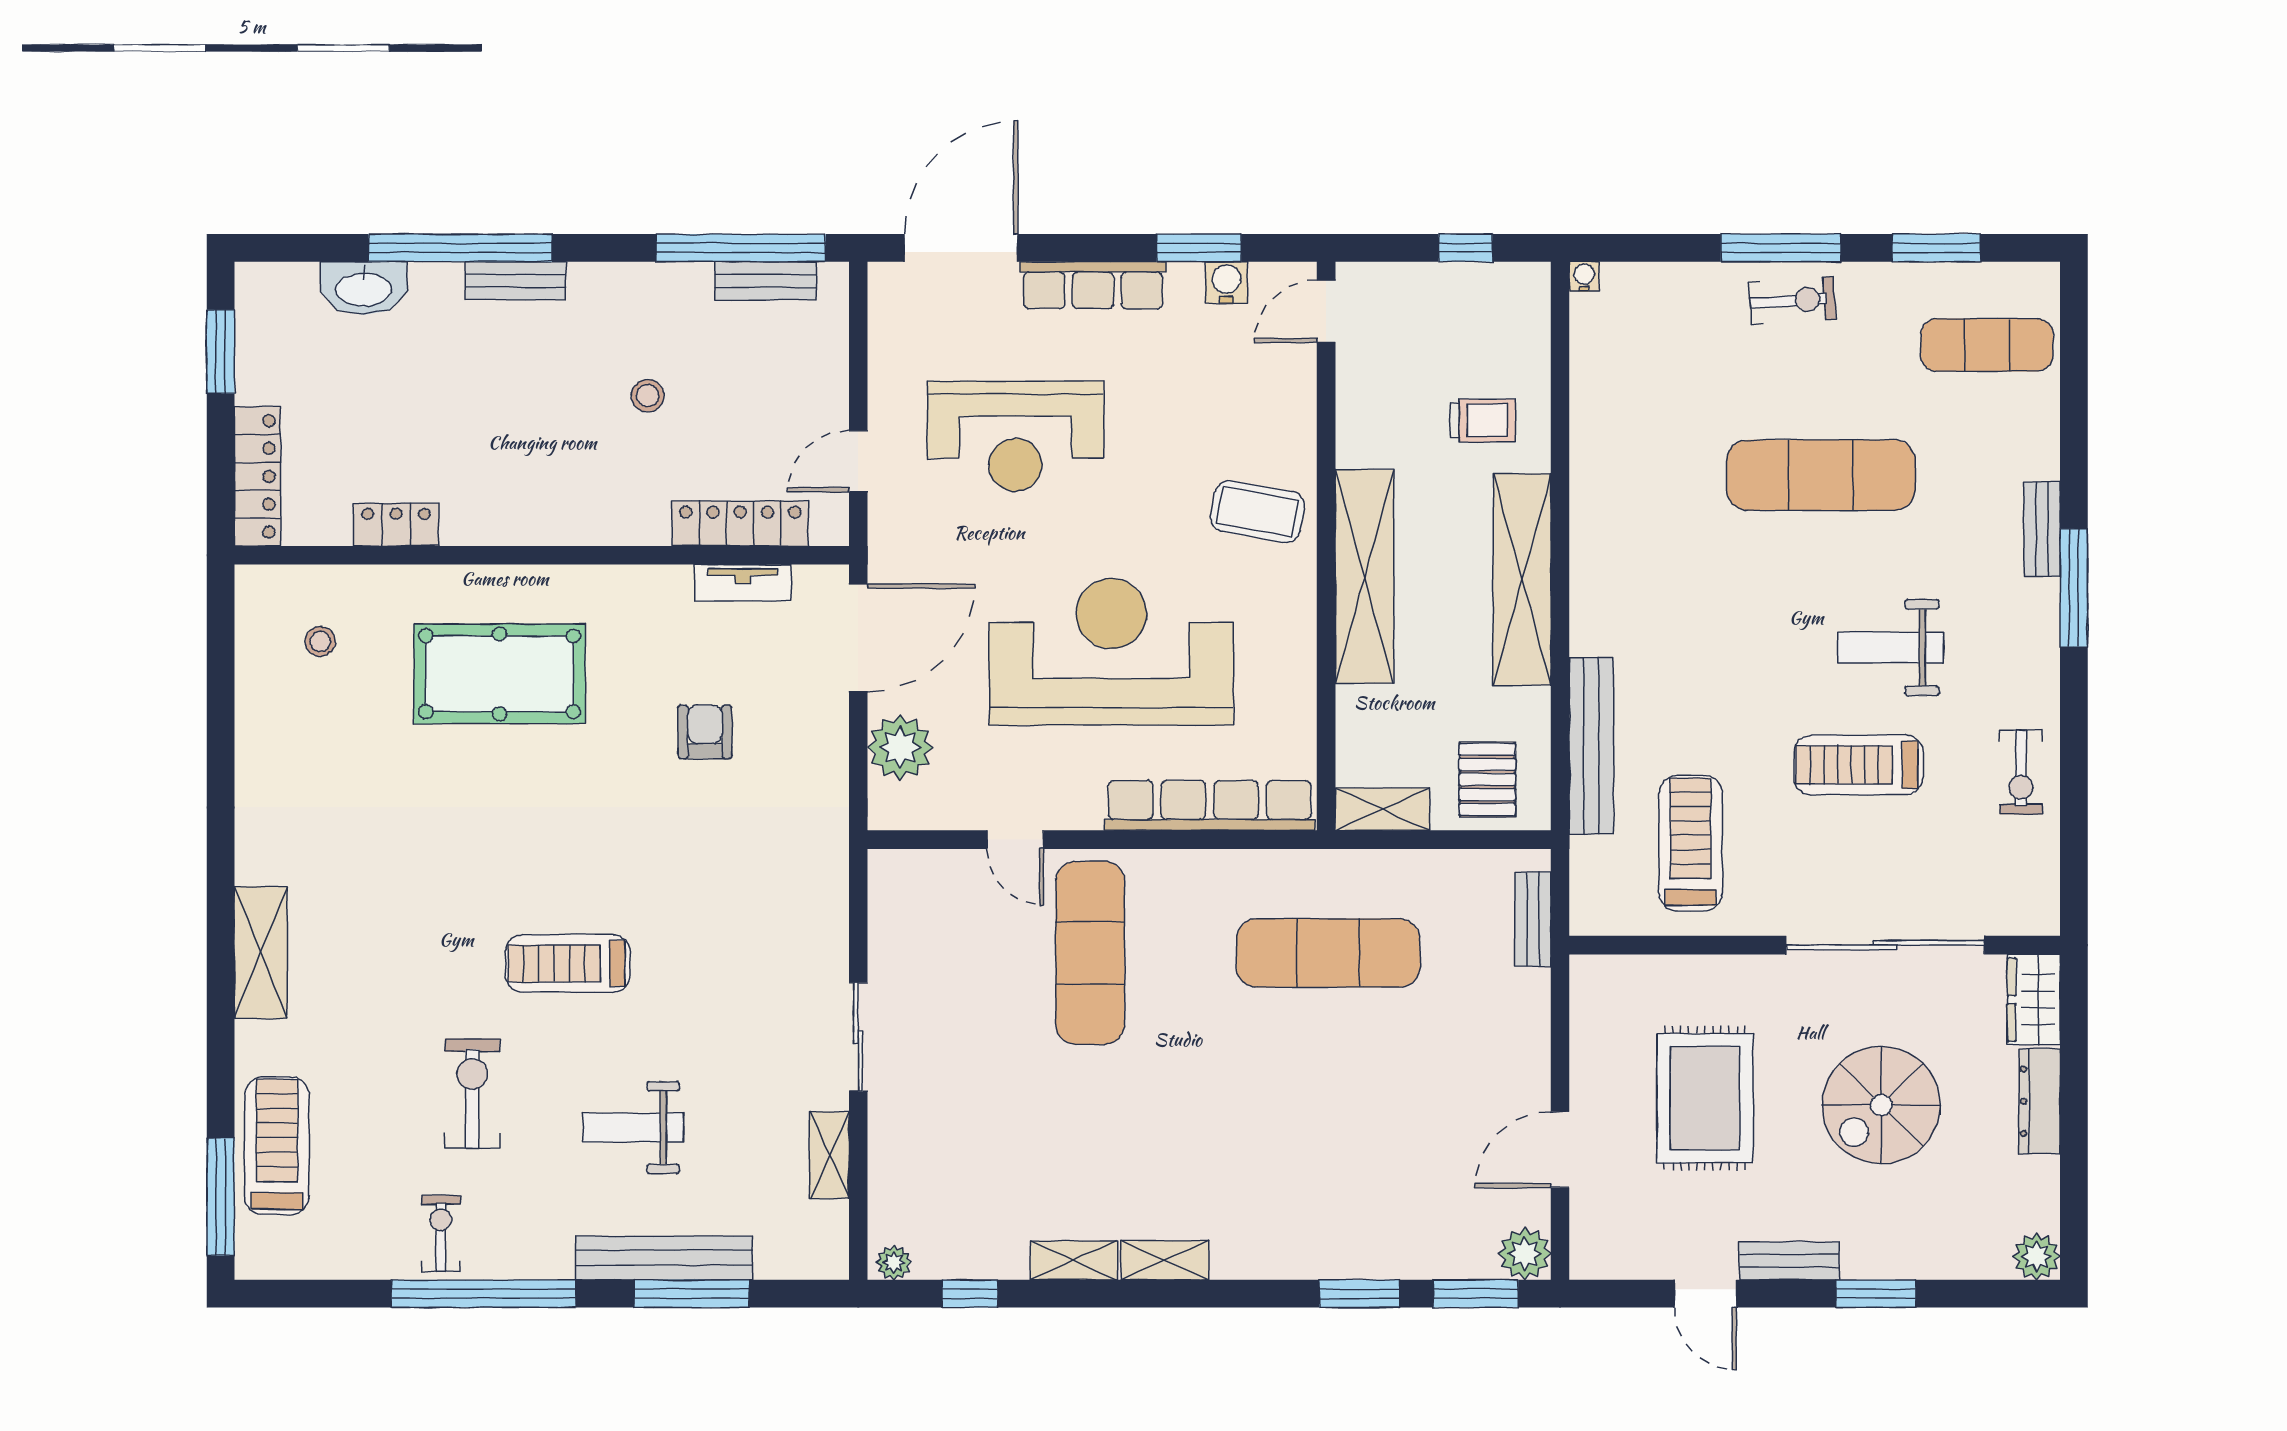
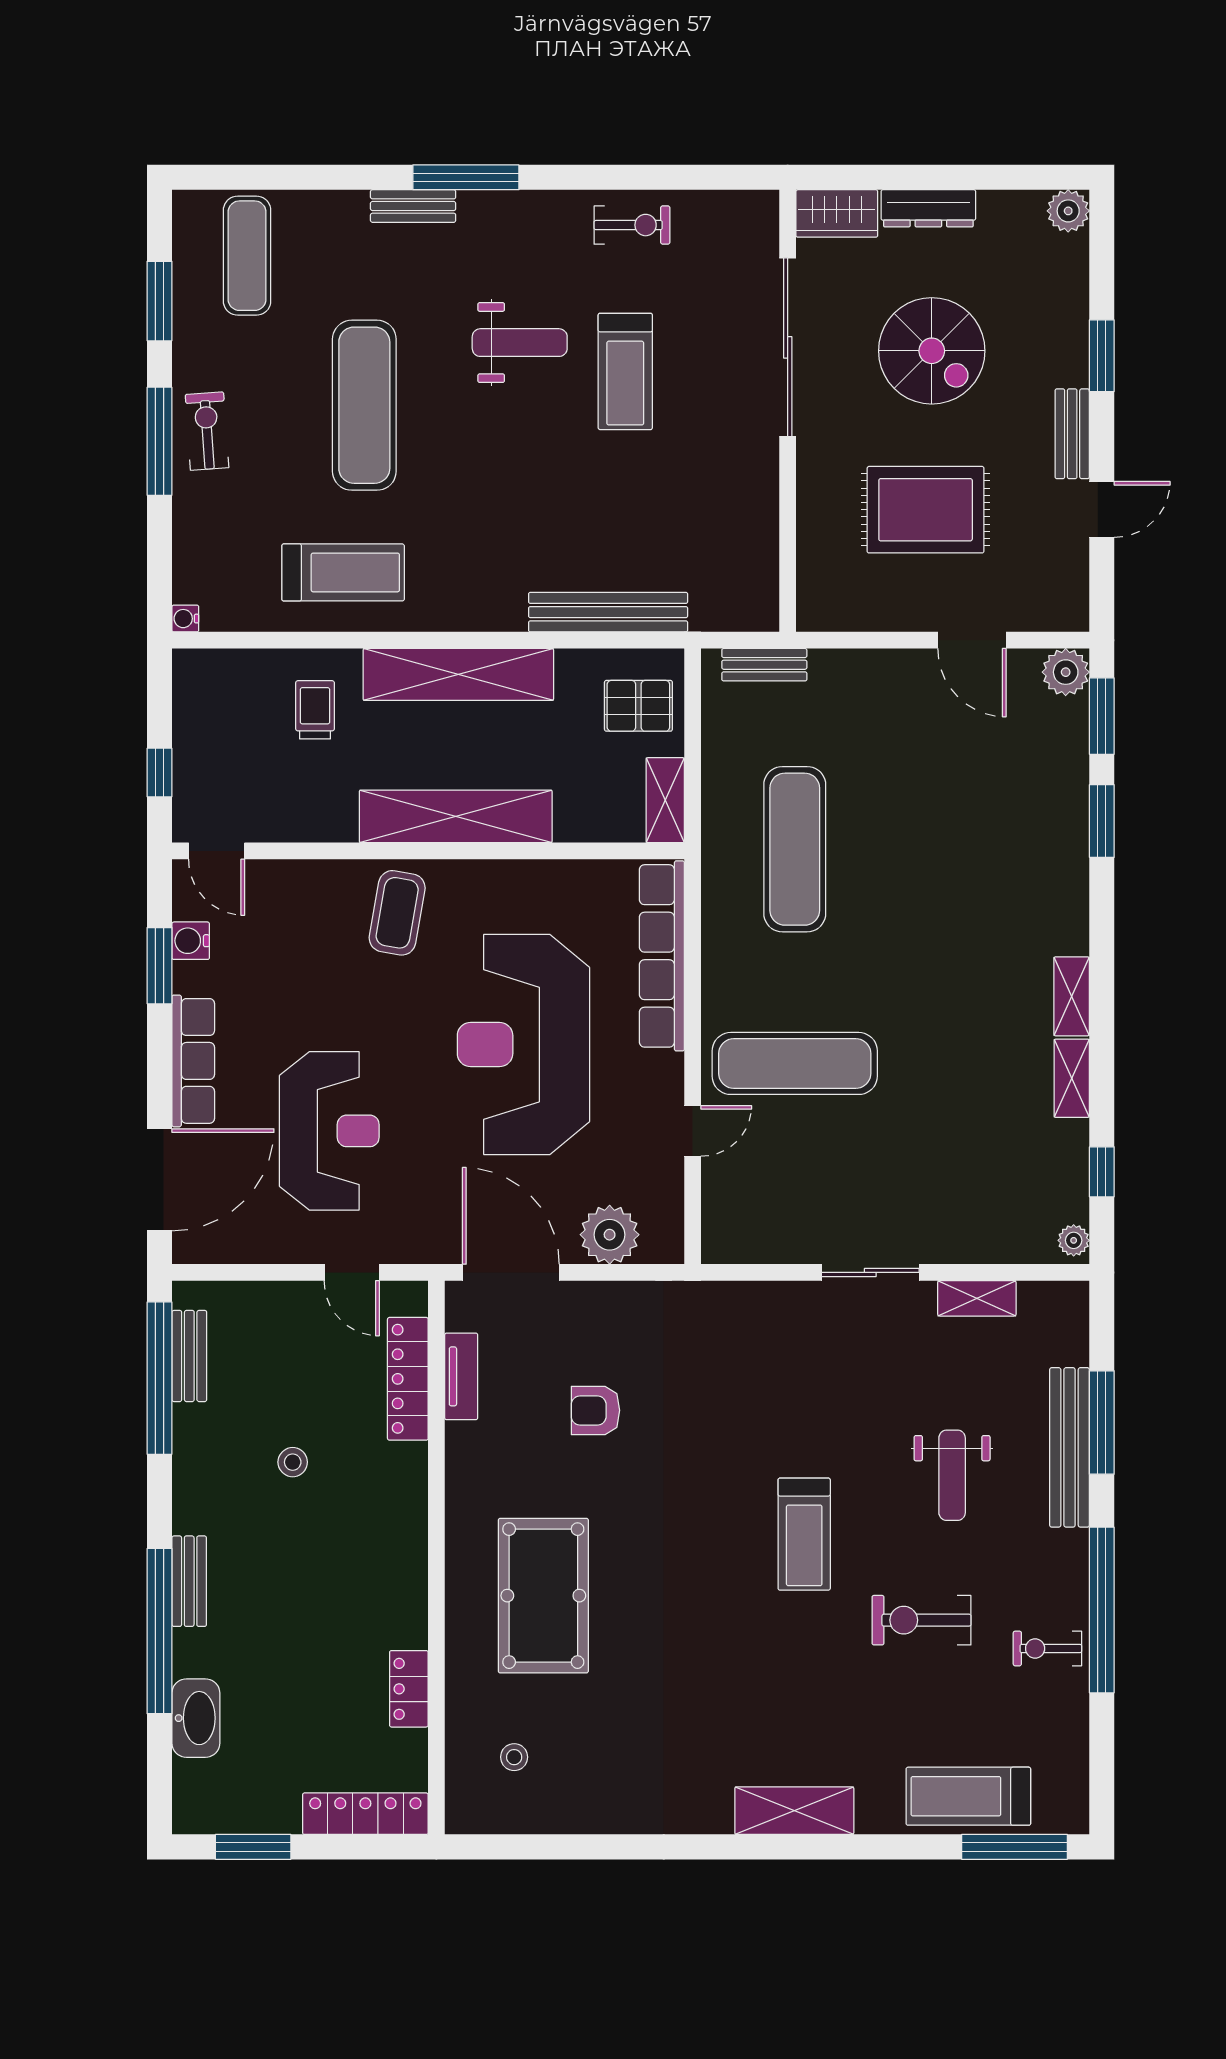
door: (961, 248) -> (160, 1180), swing flipped
window: (1465, 248) -> (160, 772), moved
weight bench: (1890, 648) -> (520, 343), turned -90
treadmill: (1691, 843) -> (343, 572), moved, turned 180

